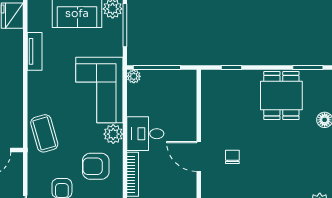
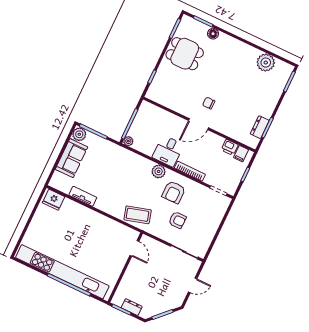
corner sofa: (99, 90) -> (127, 167), removed

